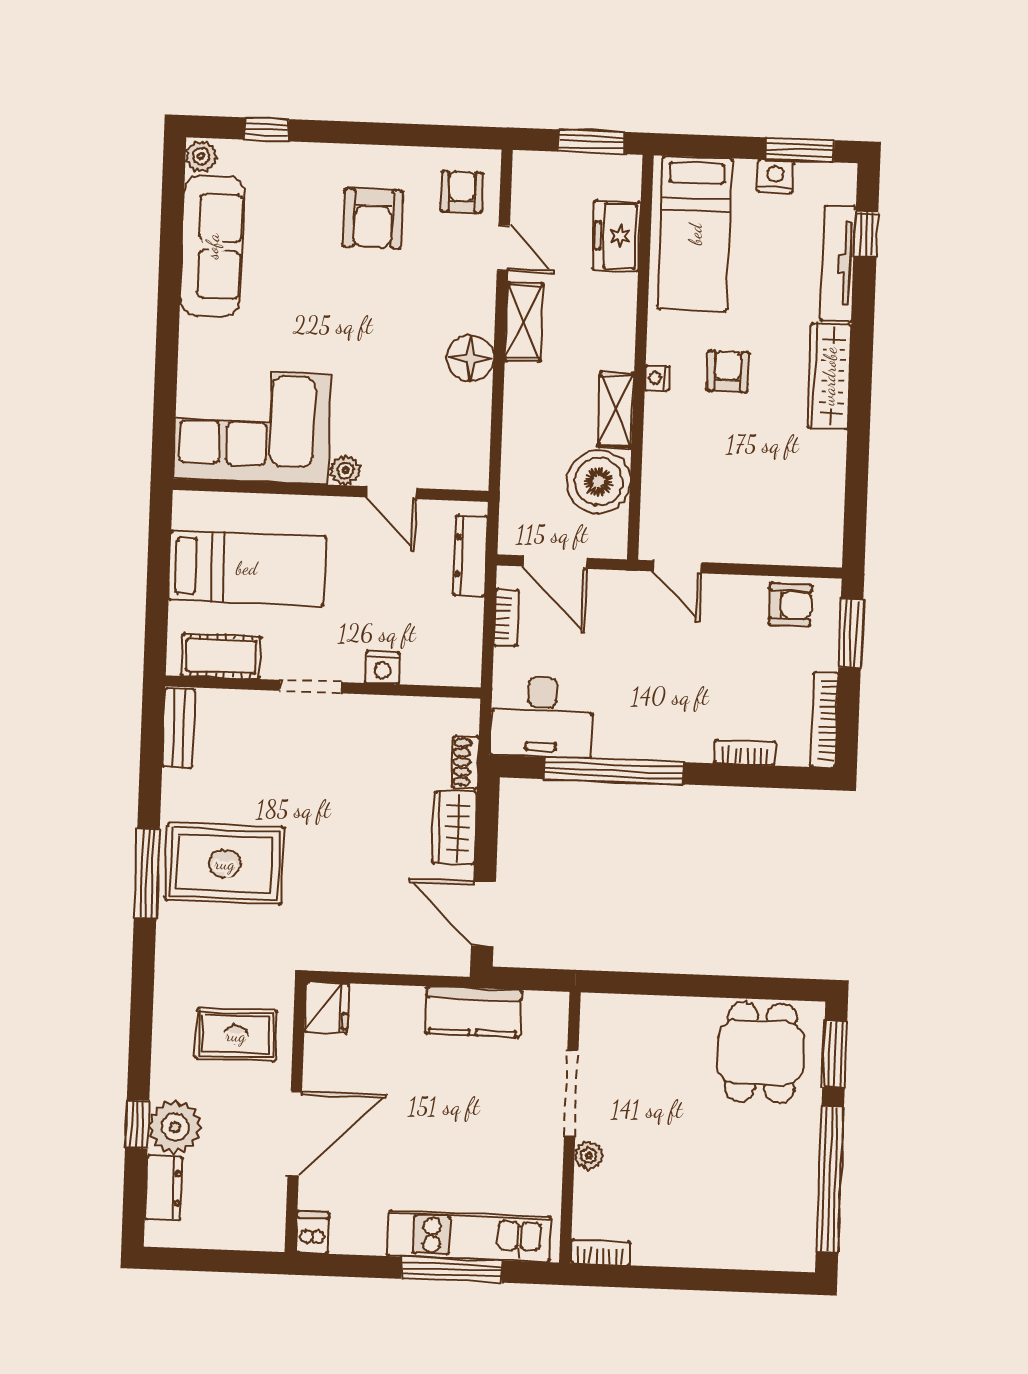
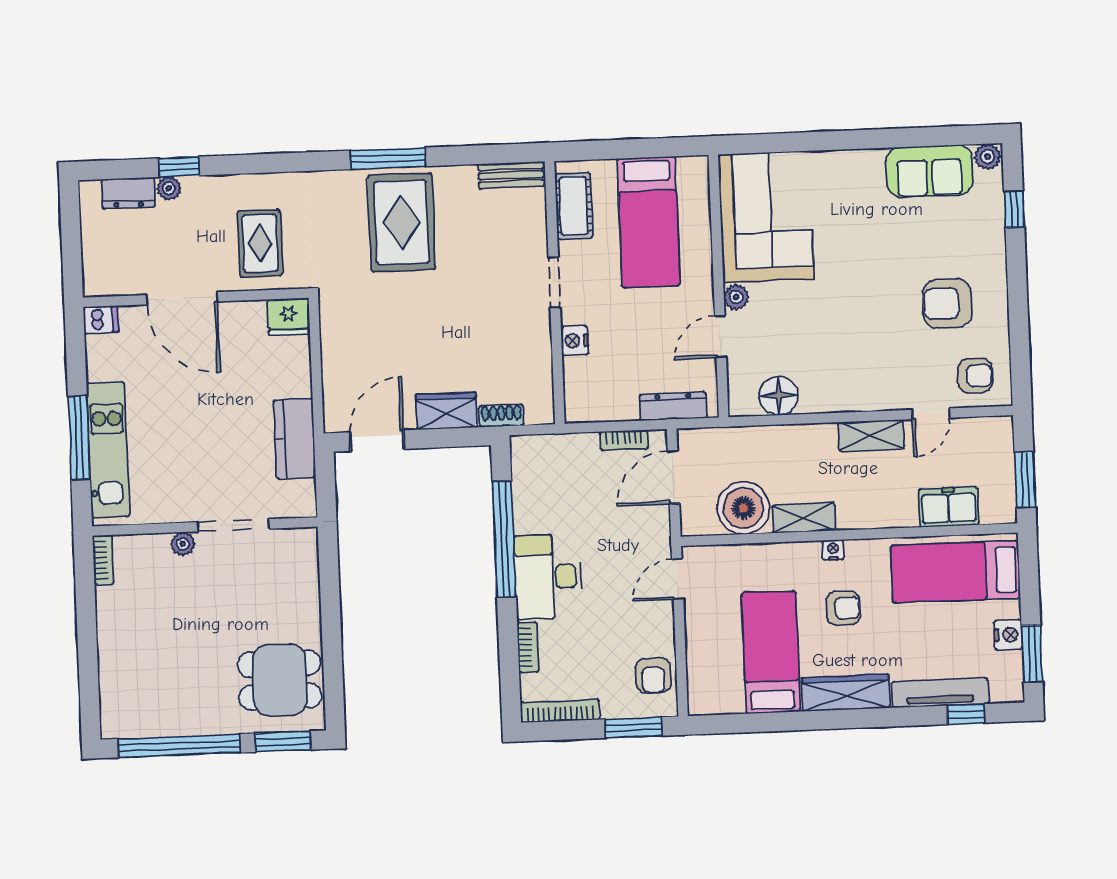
sofa: (212, 246) -> (929, 171), width x0.73
floor lamp: (470, 358) -> (779, 396), moved
bed: (774, 462) -> (771, 652), added
desk: (542, 717) -> (548, 577), moved
plant: (175, 1127) -> (169, 188), width x0.53, depth x0.53

